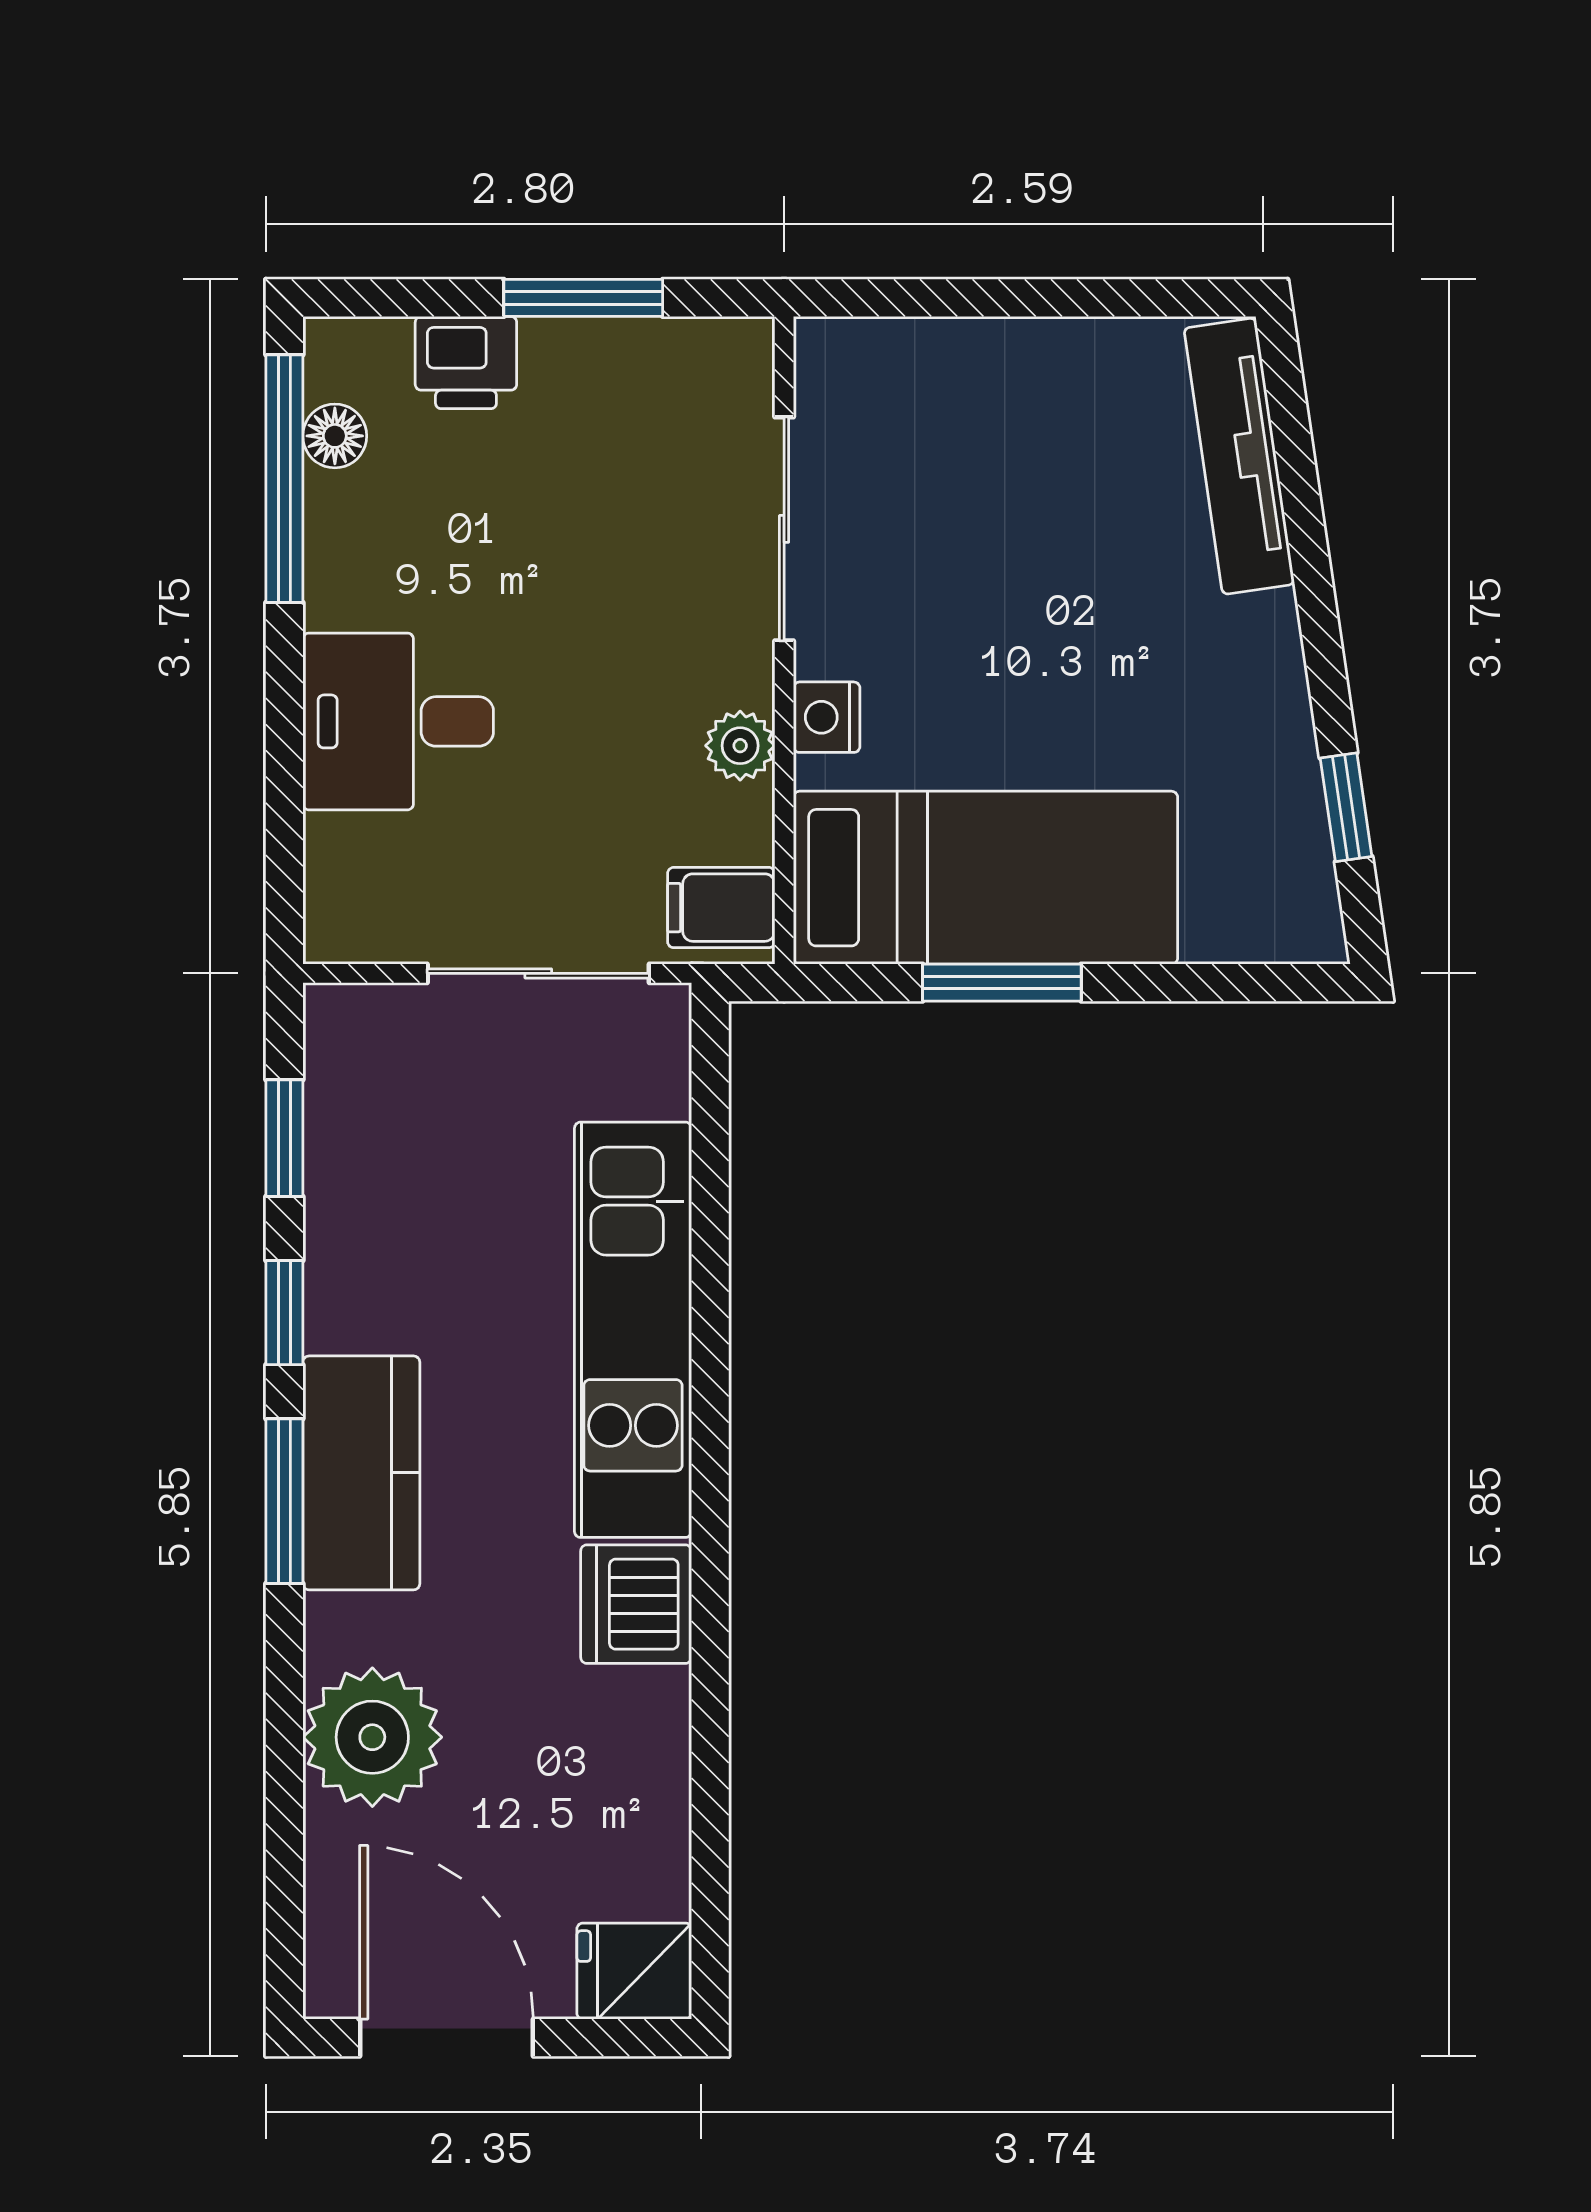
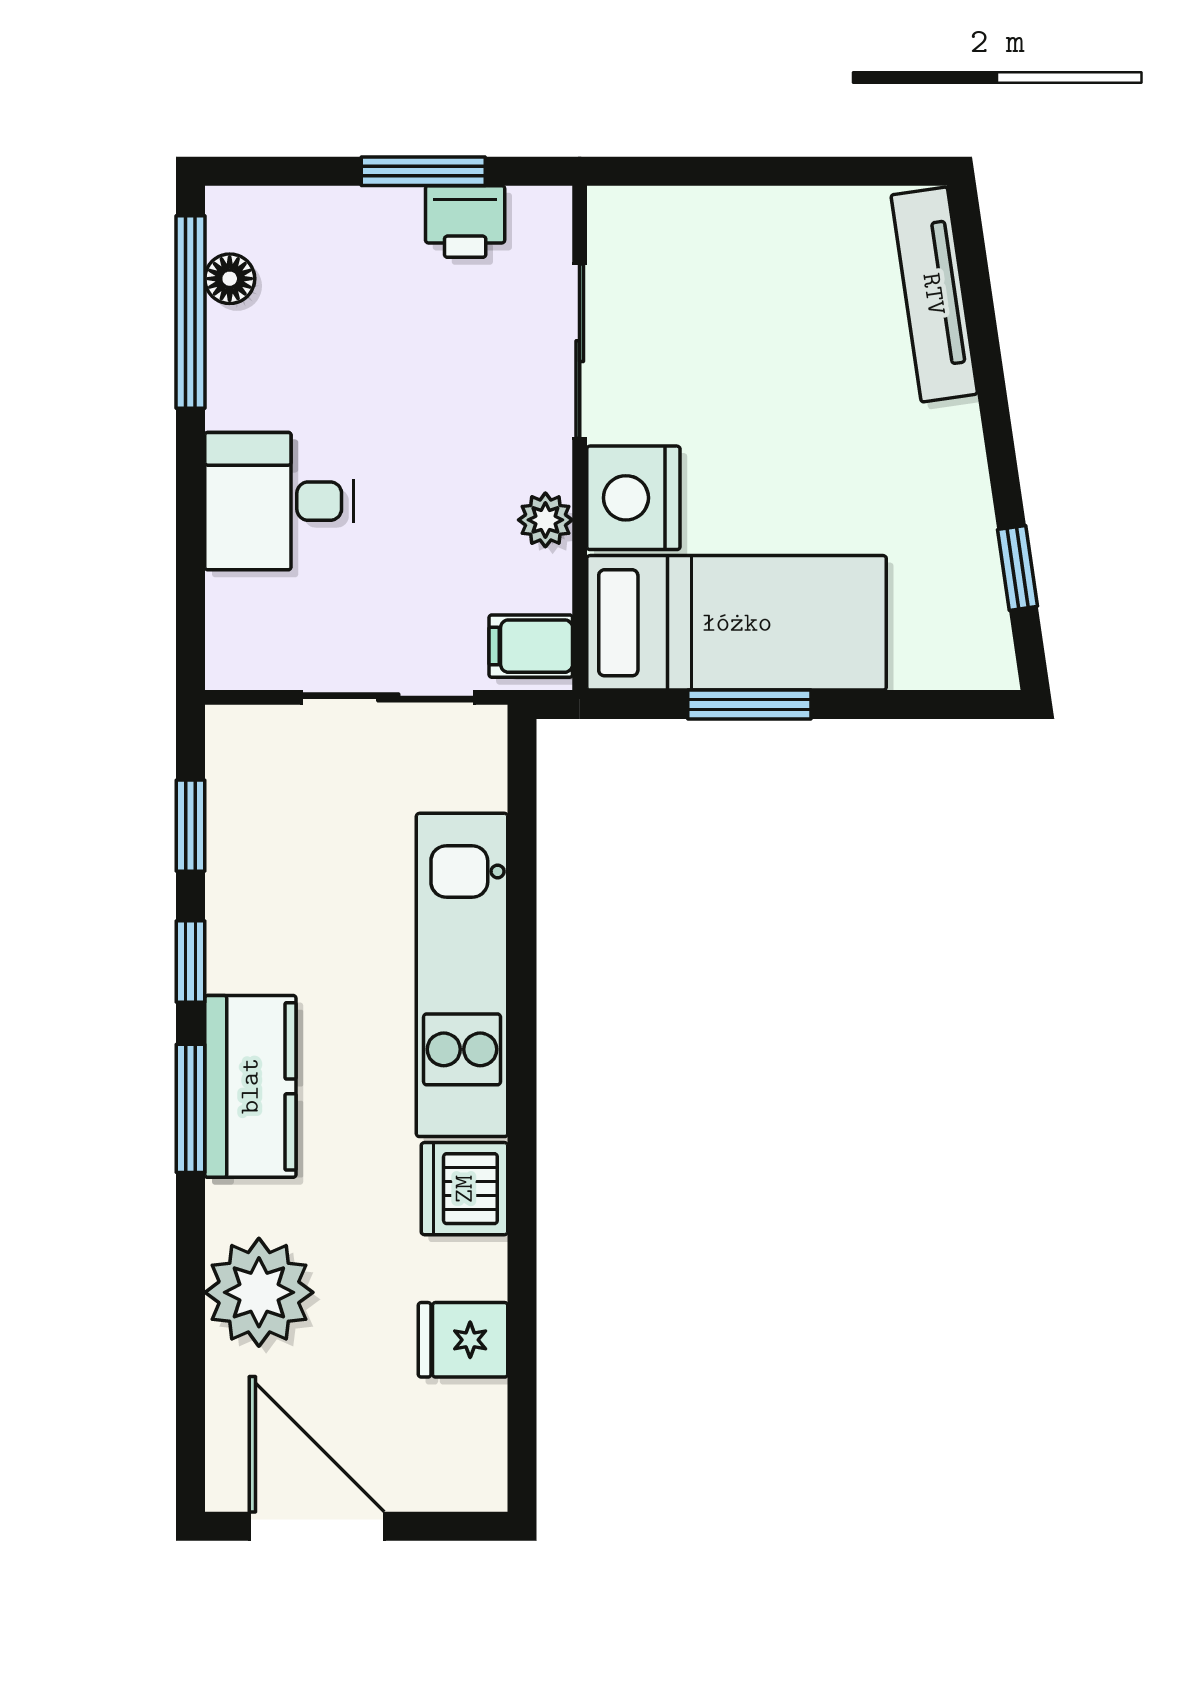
printer: (466, 363) -> (465, 222), moved
nightstand: (827, 717) -> (633, 498), width x1.89, depth x1.79
fridge: (634, 1971) -> (463, 1340), moved

